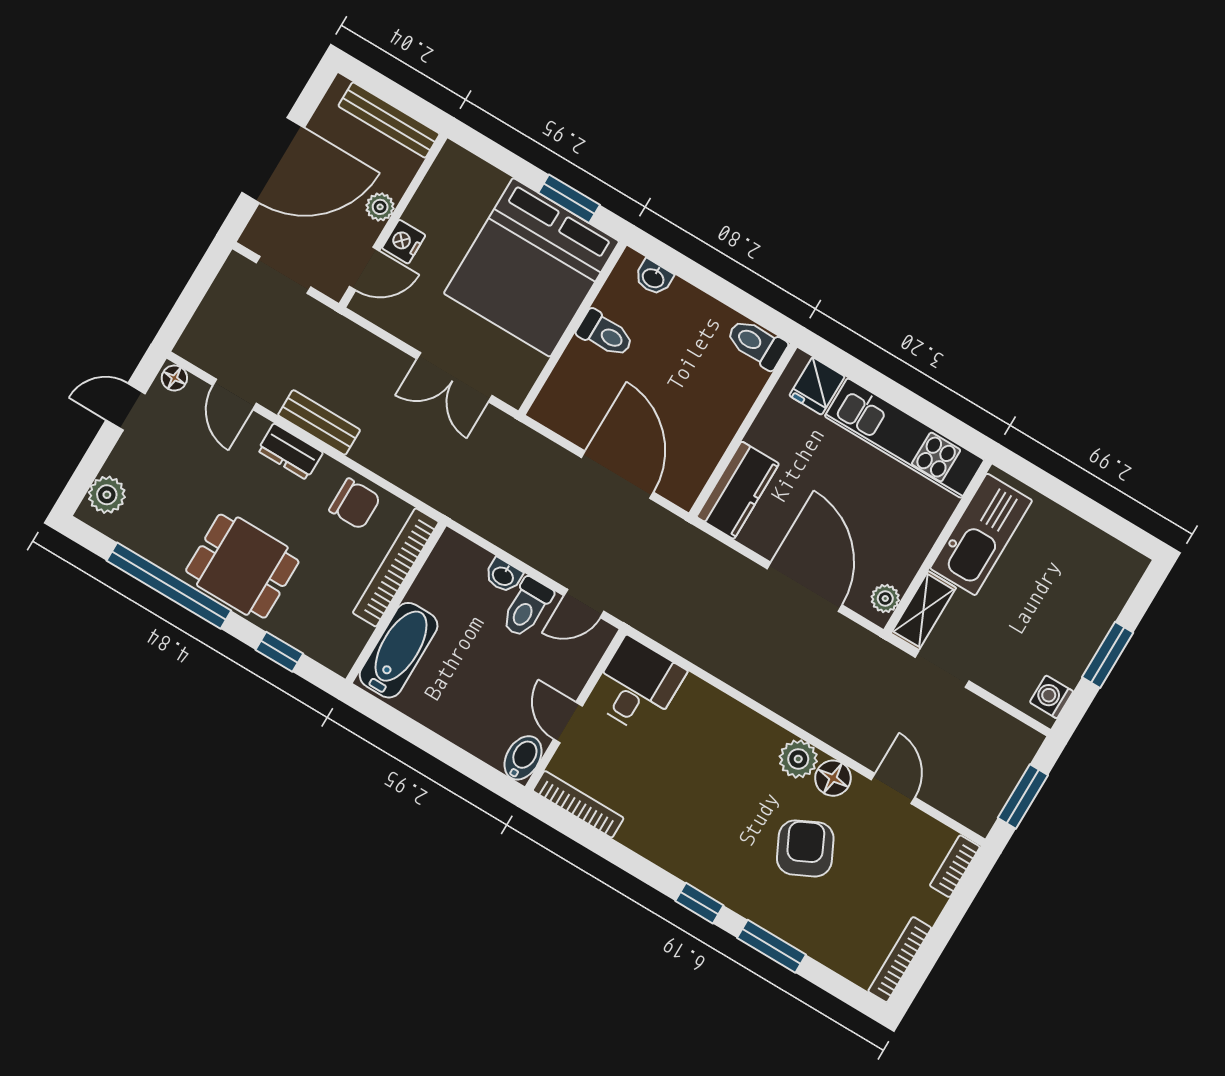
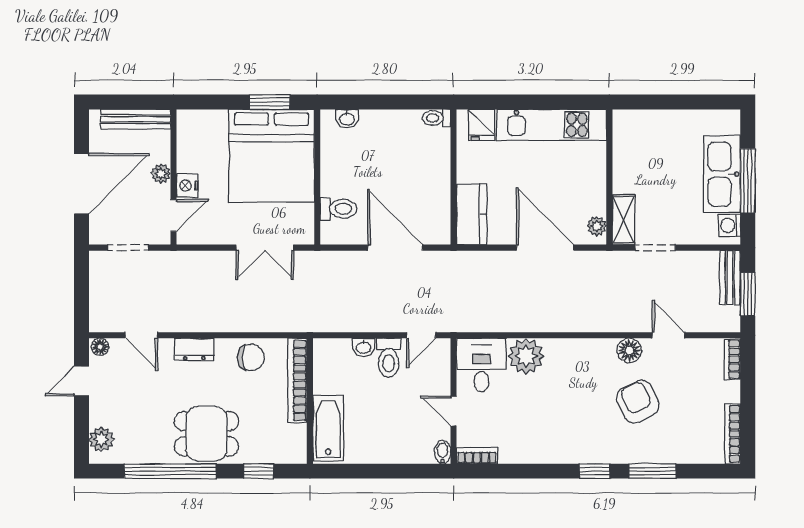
toilet: (605, 334) -> (338, 209), moved
toilet: (757, 344) -> (436, 118), width x0.73, depth x0.72
bench: (319, 422) -> (730, 278), moved, turned 90
kitchen sink: (981, 534) -> (722, 174), moved, turned 180
window: (1108, 655) -> (748, 181), width x1.44
bidet: (523, 758) -> (443, 452), width x0.72, depth x0.74
plant: (798, 759) -> (526, 356), moved, width x1.36, depth x1.36
bookcase: (578, 804) -> (477, 456), width x0.64

